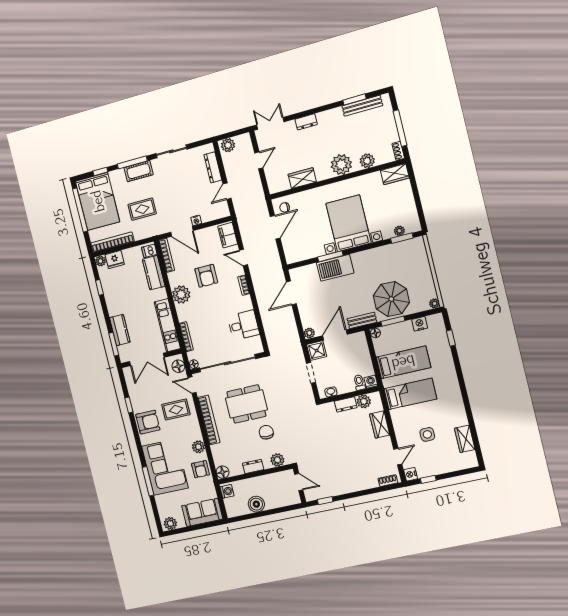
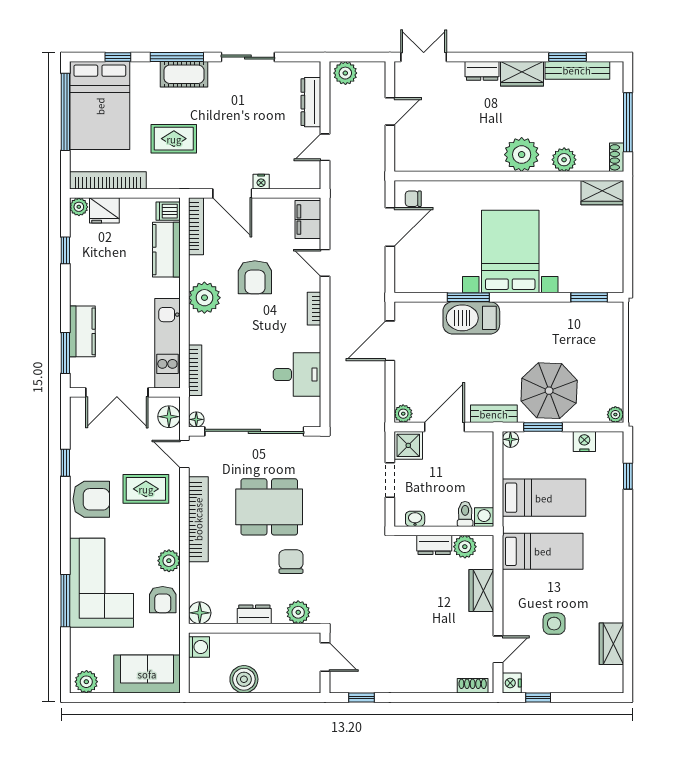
wardrobe: (302, 178) -> (522, 74), moved, turned 180
plant: (399, 231) -> (588, 284), removed

